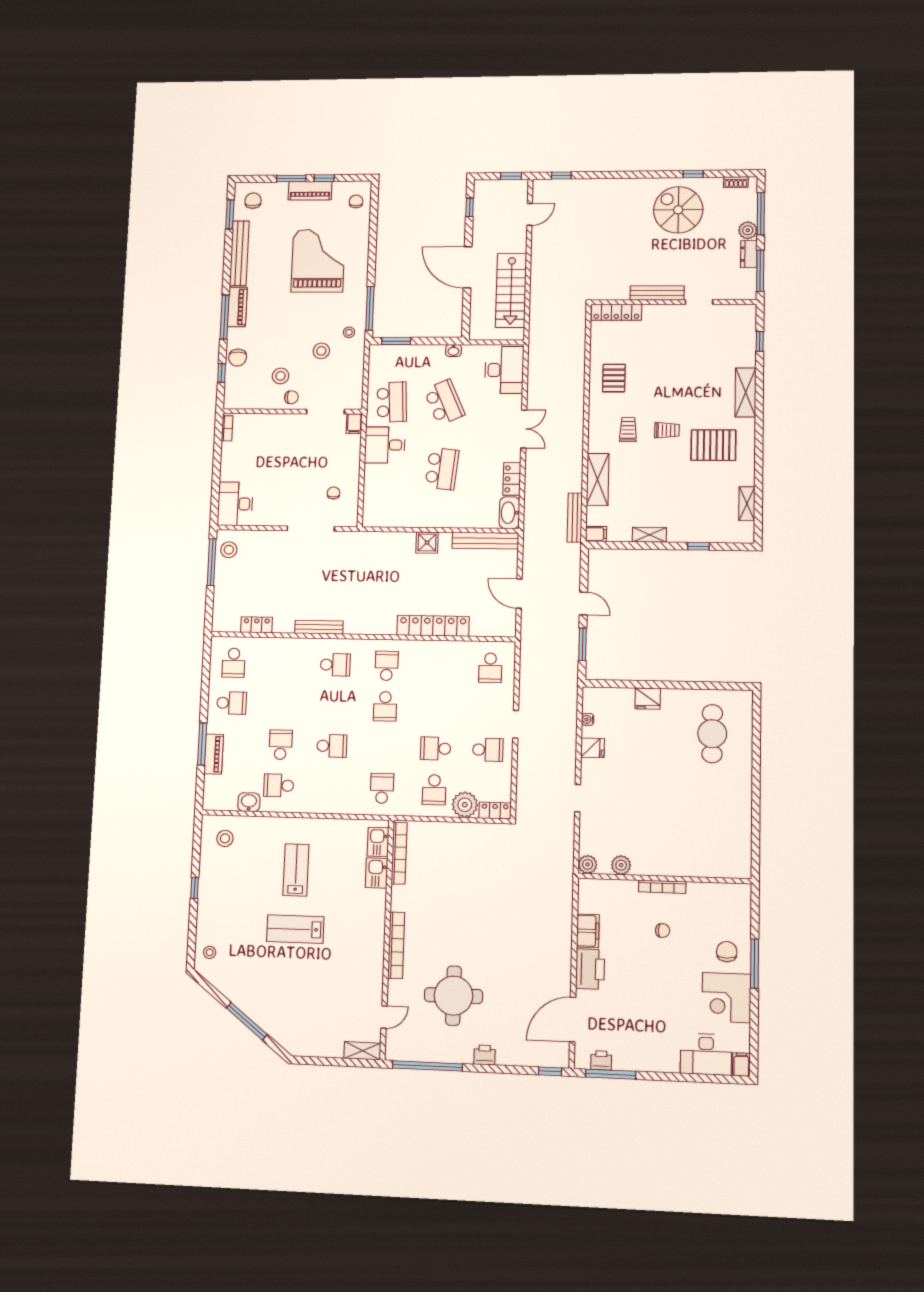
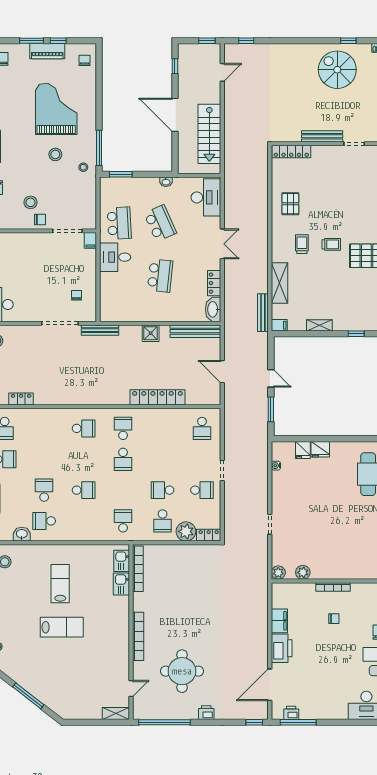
stool: (321, 351) -> (55, 154), moved
bench: (319, 627) -> (100, 330), moved
fridge: (592, 748) -> (303, 450), moved, turned 90
lab bench: (295, 929) -> (62, 627), turned 180

